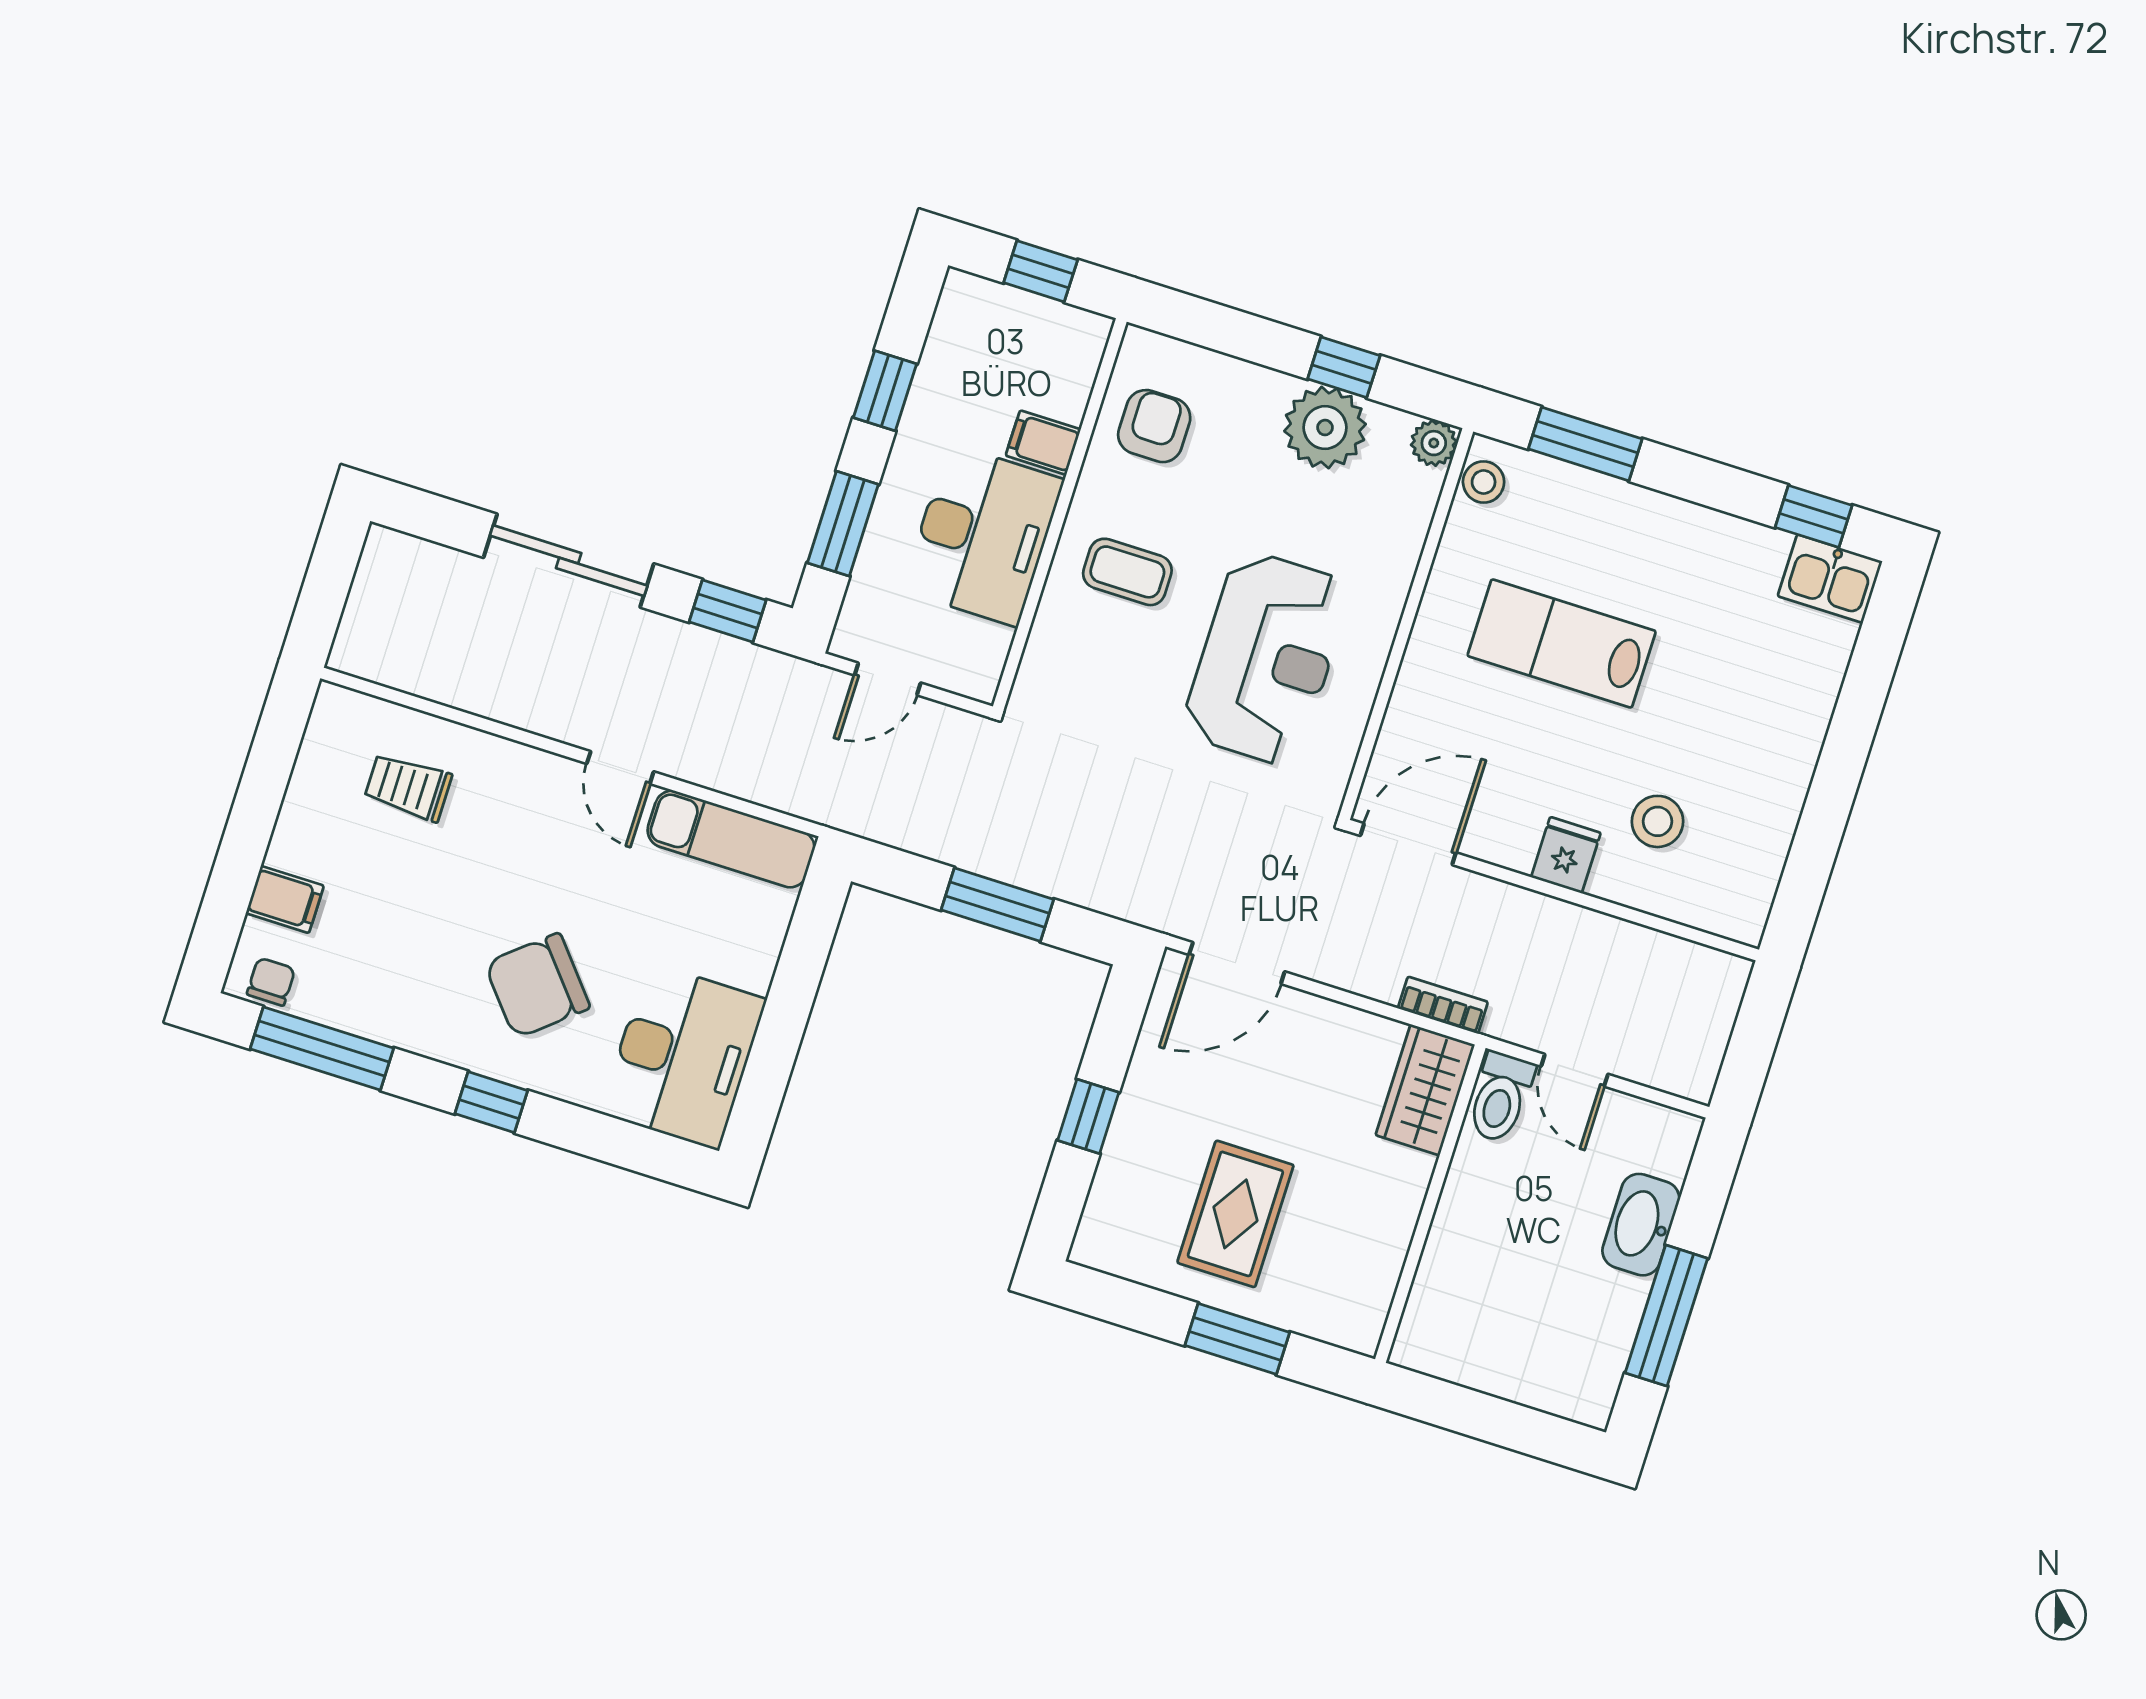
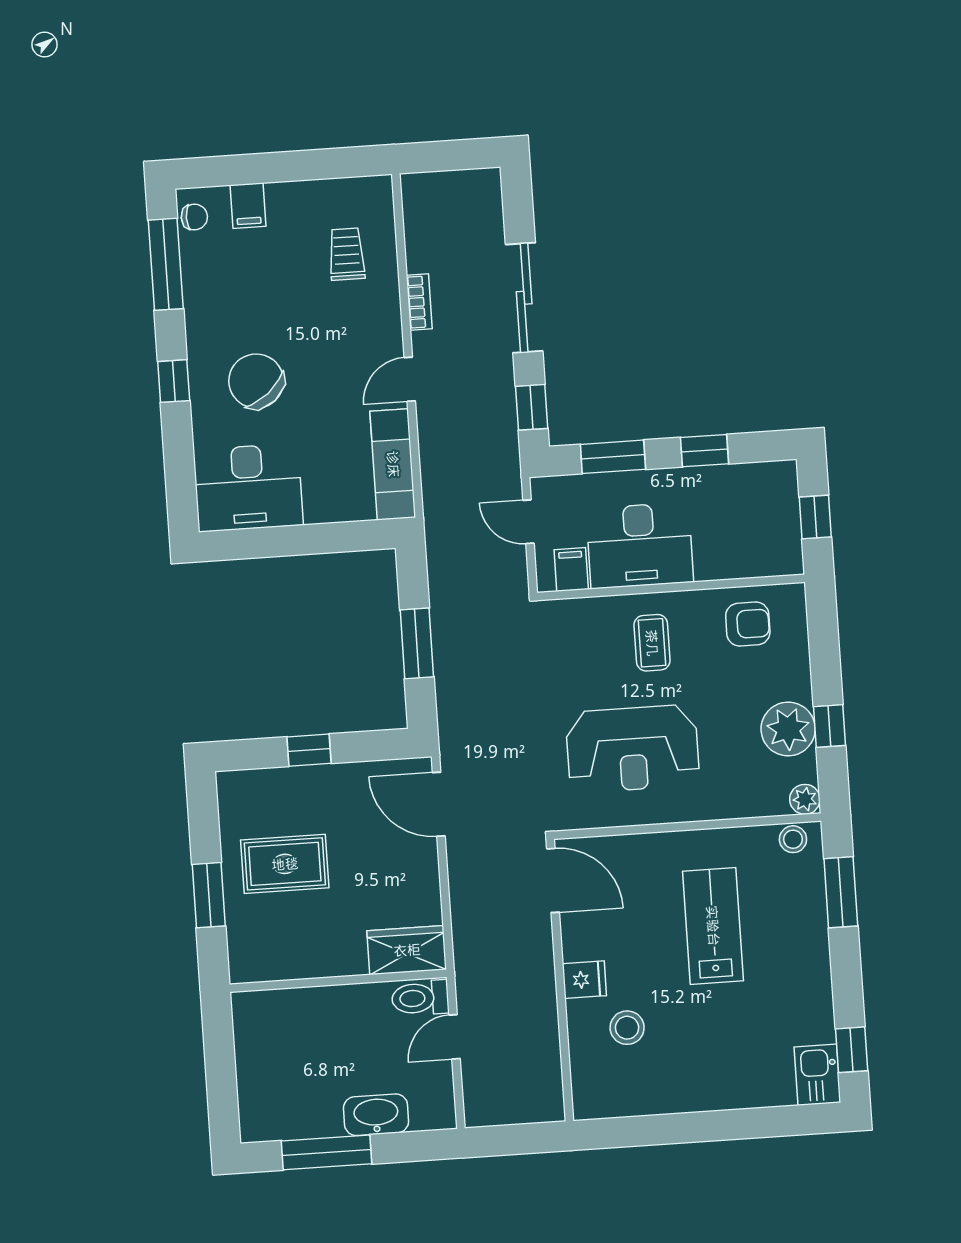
filing cabinet: (1043, 443) -> (571, 569), moved
bookcase: (1443, 1005) -> (419, 302), moved

